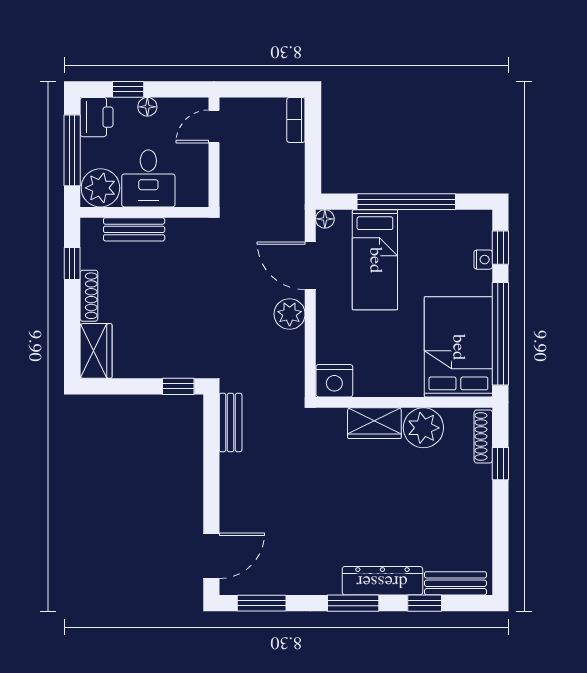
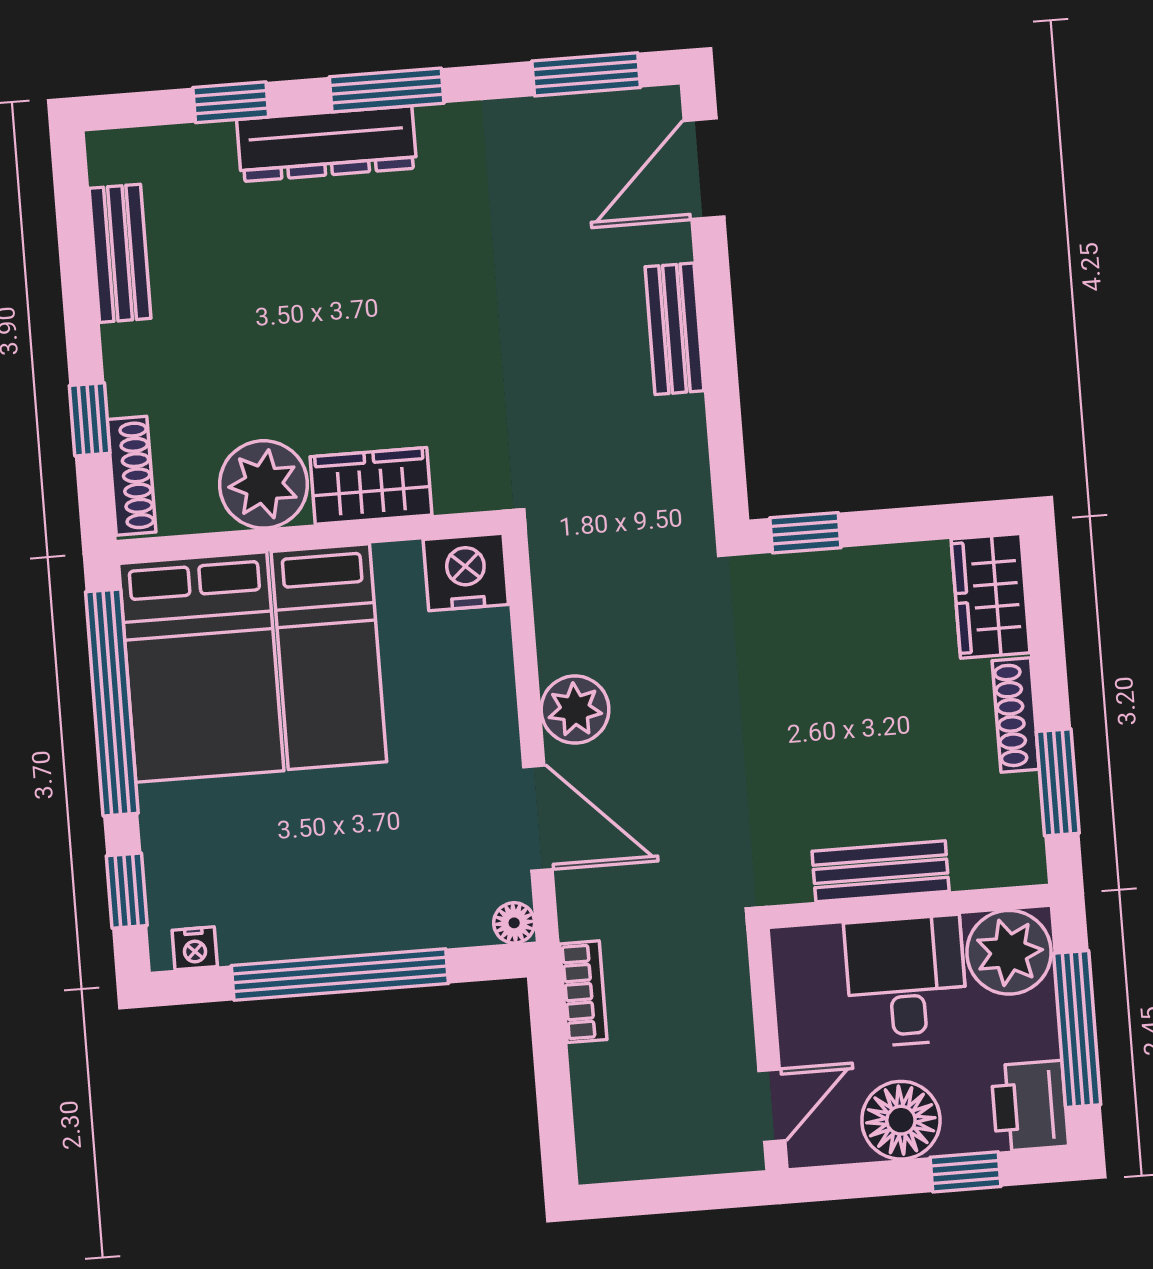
floor lamp: (147, 107) -> (901, 1120), width x1.89, depth x1.89
bookcase: (296, 120) -> (583, 992), moved
bench: (134, 229) -> (881, 871), moved
bed: (375, 260) -> (329, 657), moved, turned 180
nightstand: (483, 260) -> (195, 948), moved, turned -90
window: (72, 264) -> (1058, 782), width x1.50
bench: (231, 422) -> (674, 329), moved
bench: (455, 583) -> (120, 253), moved, turned 90

